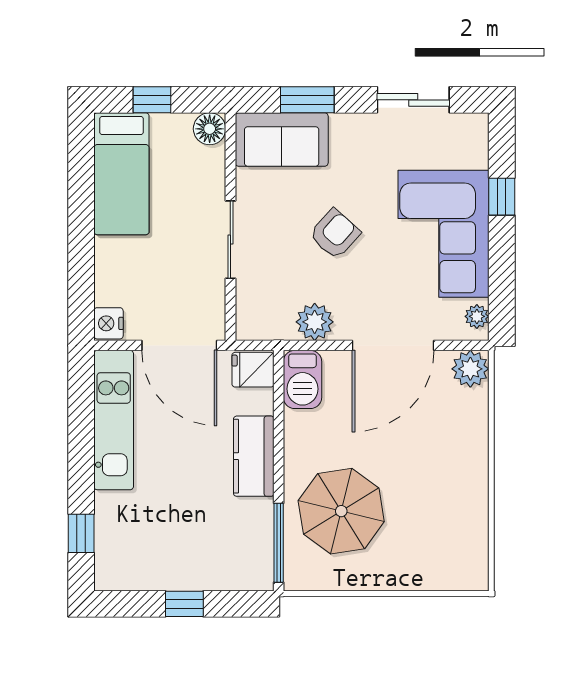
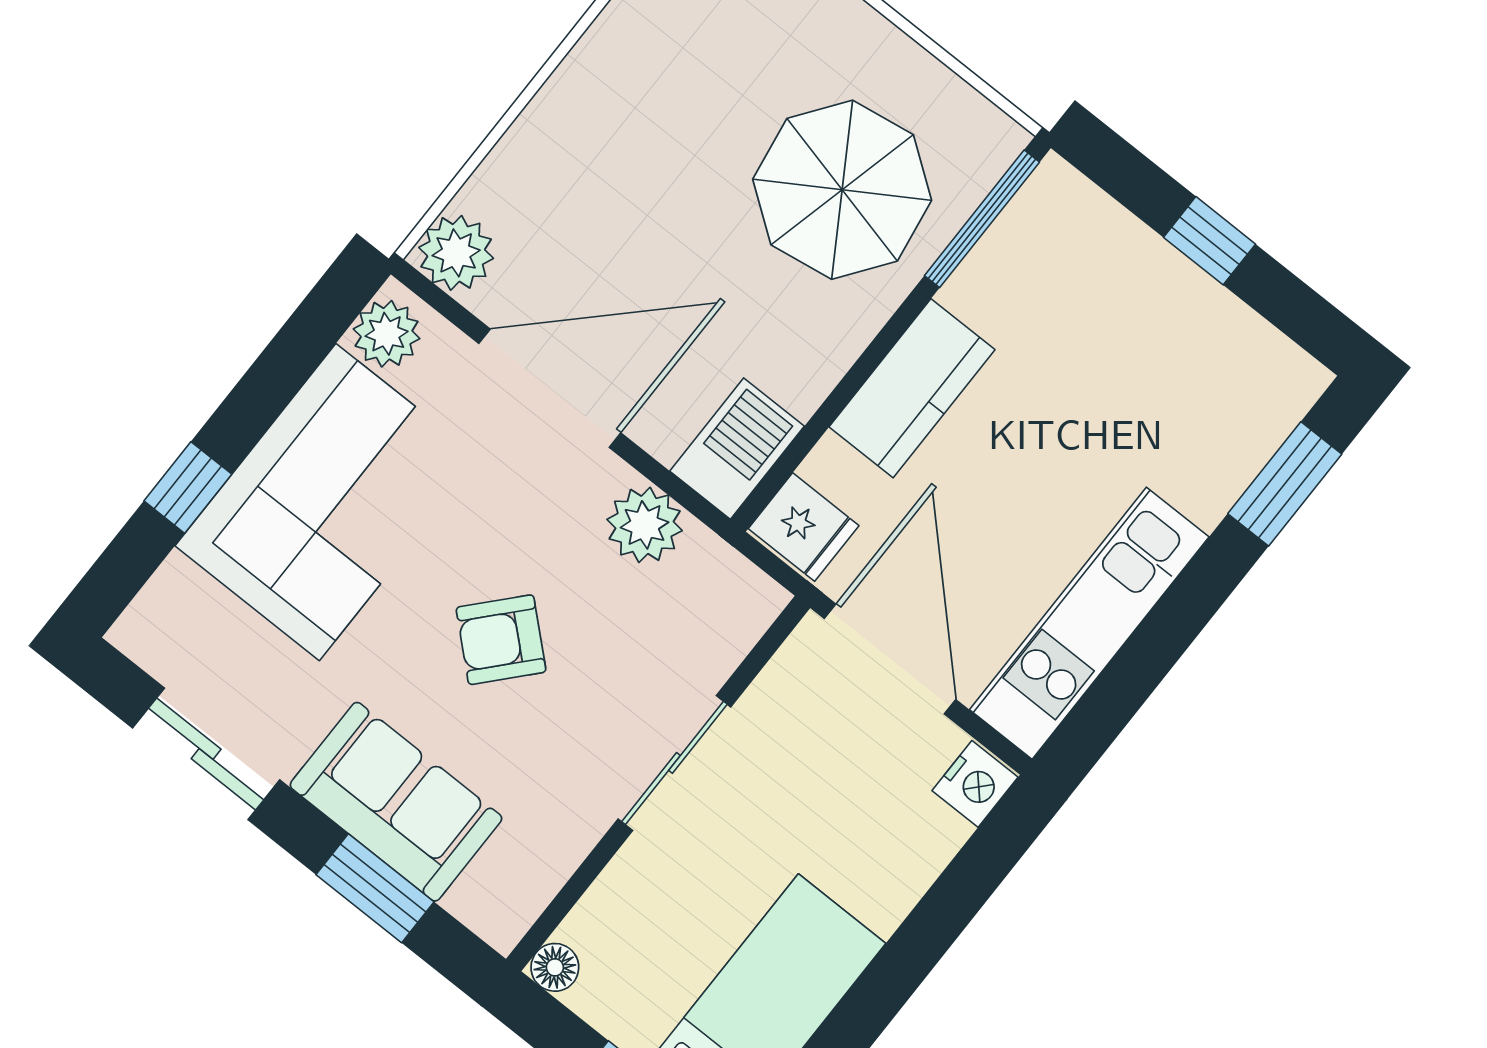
floor lamp: (210, 129) -> (555, 967), width x0.73, depth x0.73
sofa: (282, 139) -> (396, 802), moved
plant: (477, 316) -> (387, 334), width x1.38, depth x1.38
window: (81, 533) -> (1285, 484), width x1.50

